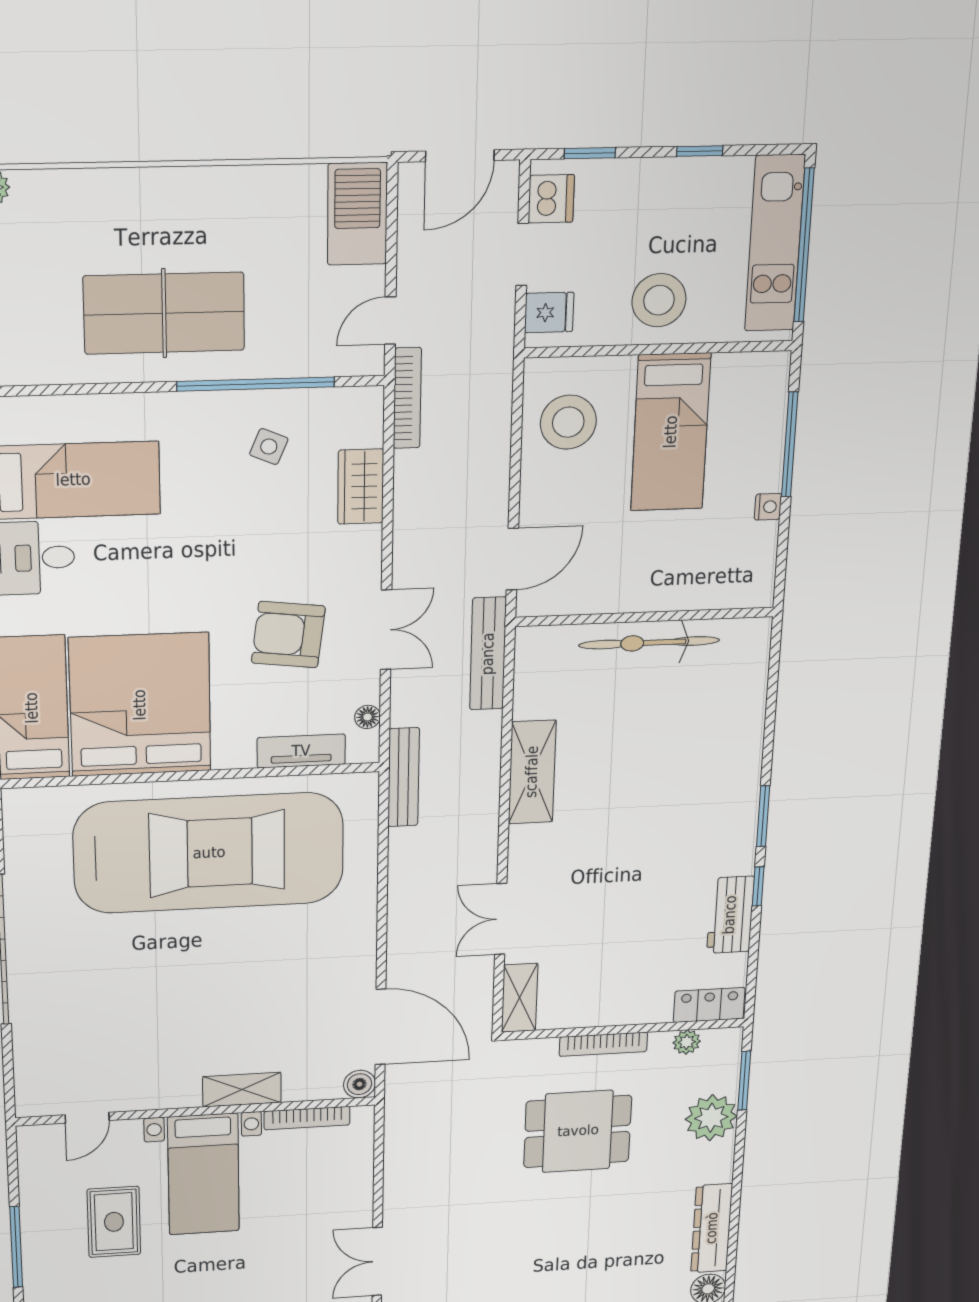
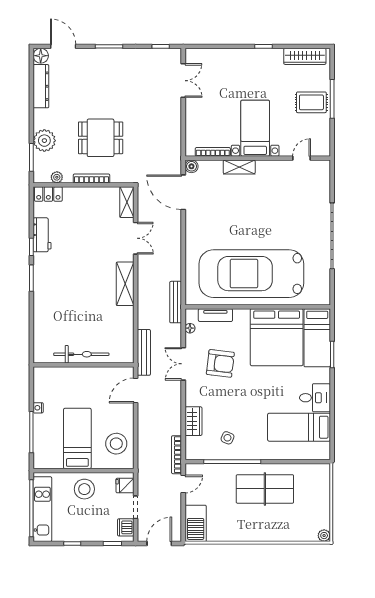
shelving: (532, 772) -> (125, 284), moved
rug: (114, 1222) -> (311, 102), moved, turned 90

